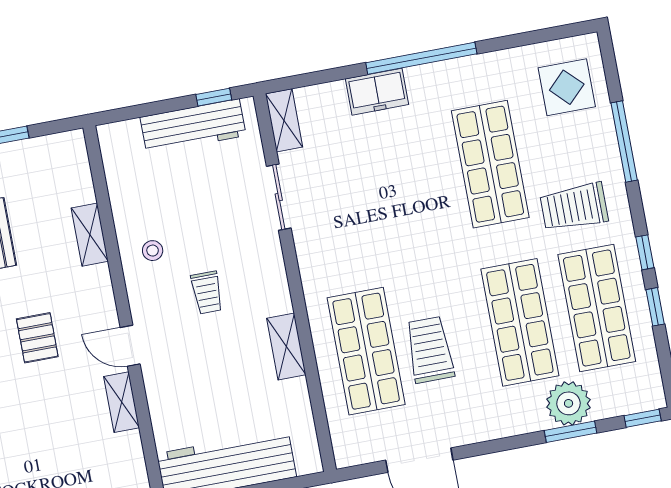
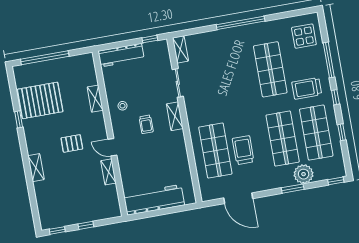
freezer: (377, 92) -> (221, 37), removed
workbench: (193, 126) -> (121, 55), moved
window: (645, 252) -> (335, 97), moved
pallet: (37, 338) -> (72, 143), turned 90
shelving: (286, 347) -> (175, 116), moved
window: (571, 432) -> (293, 189), moved

